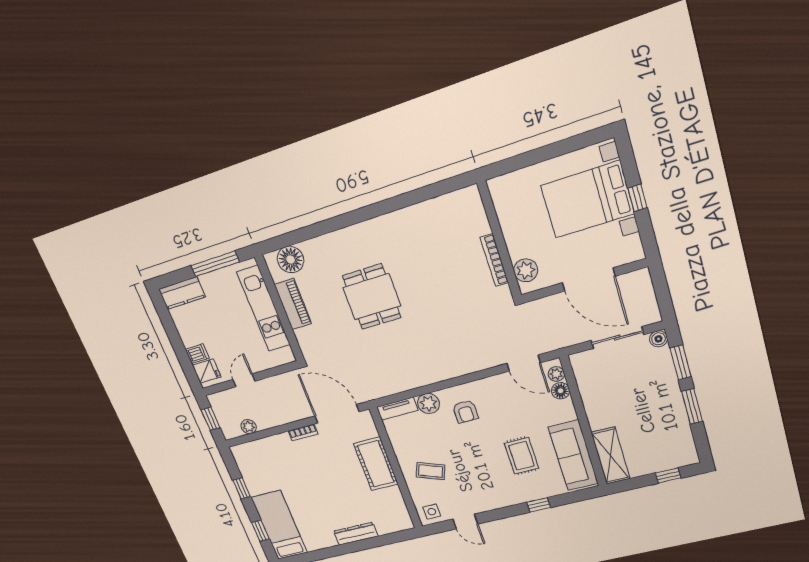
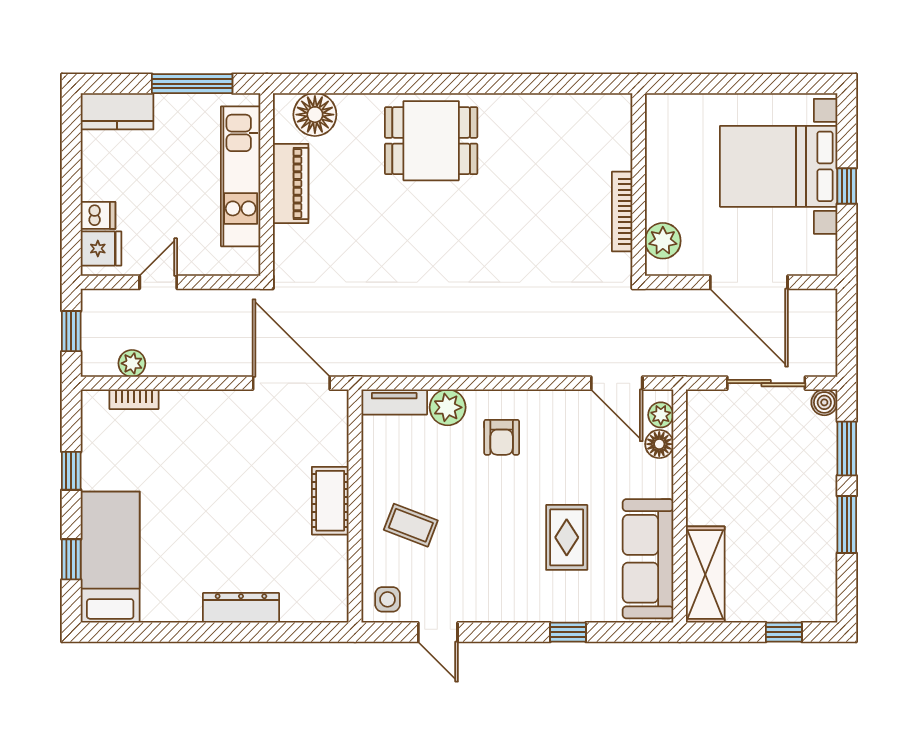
dining table: (372, 297) -> (431, 141), moved, turned 90
bookcase: (303, 432) -> (134, 399), moved
cot: (376, 464) -> (330, 501), width x0.73, depth x0.75

